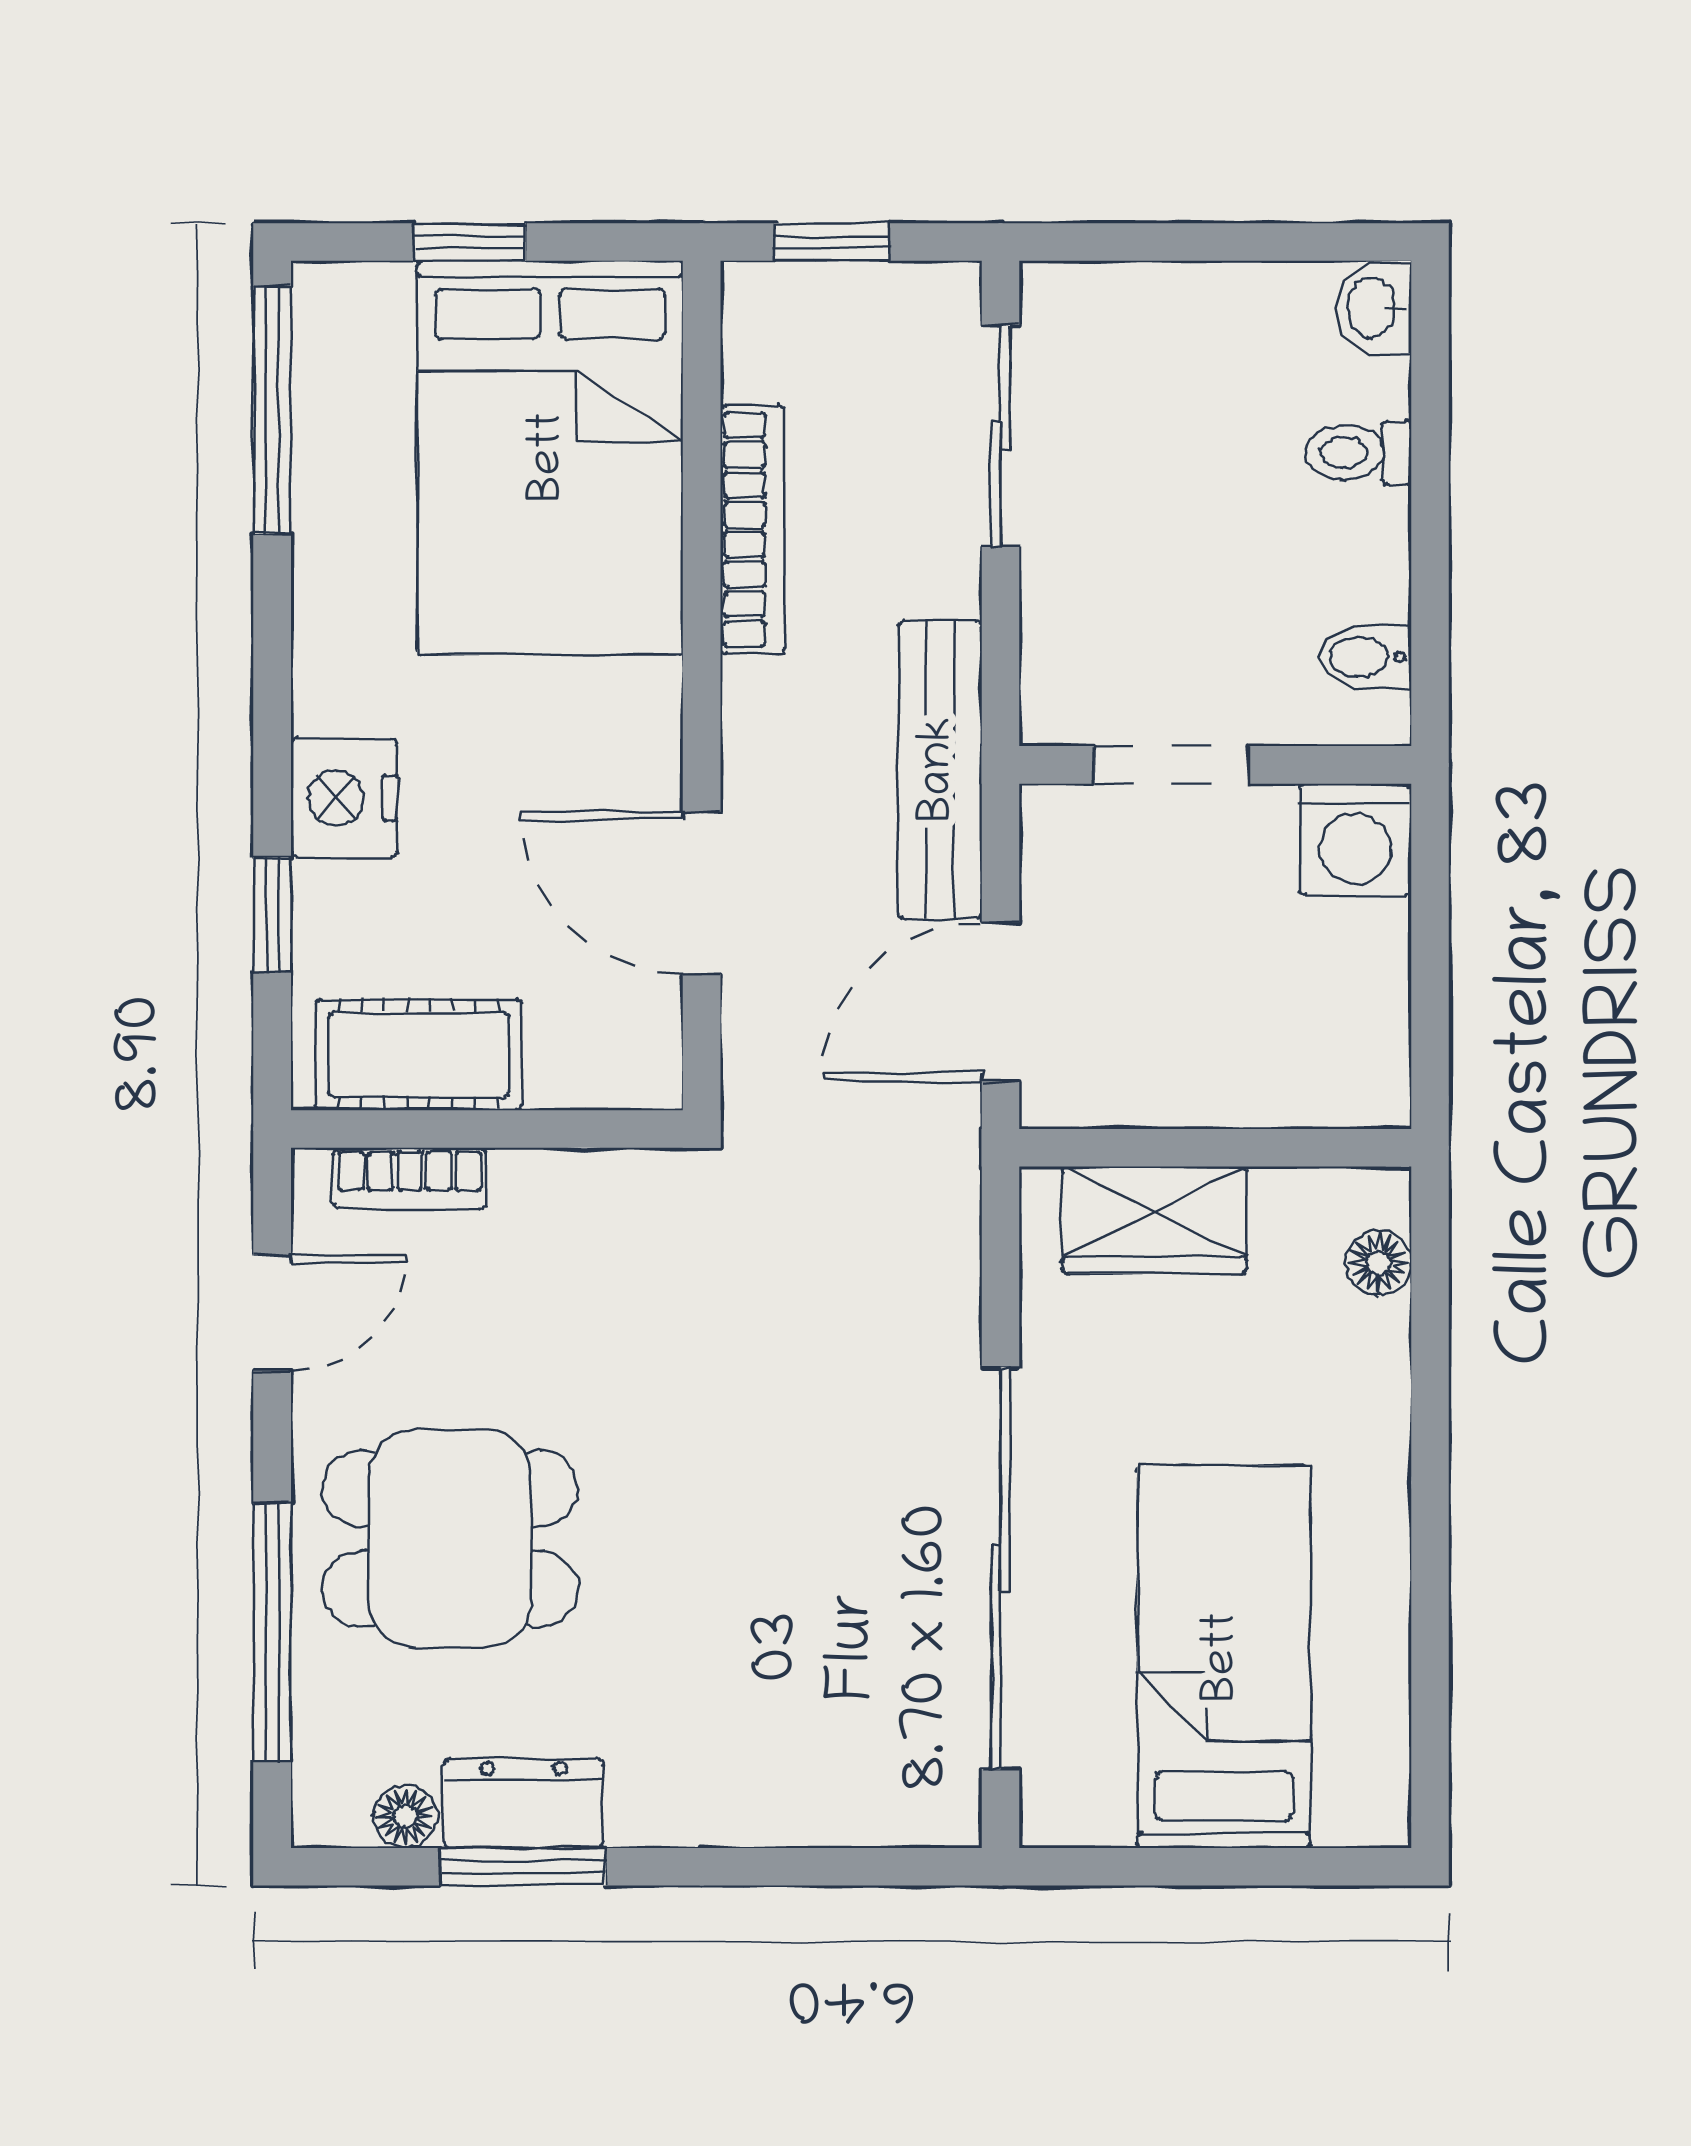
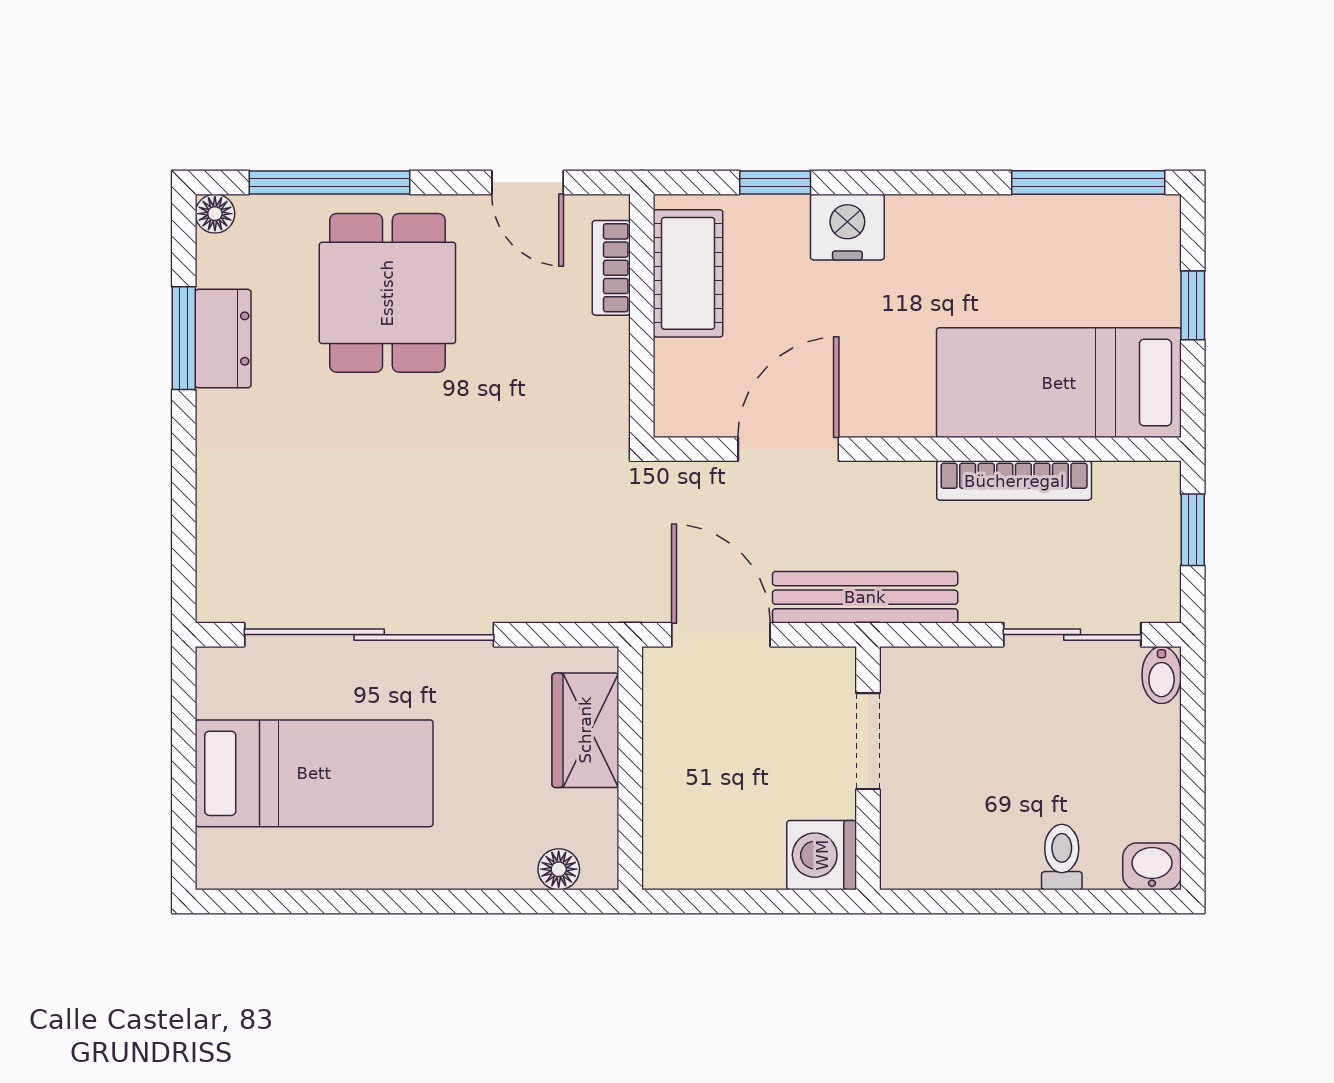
bed: (550, 457) -> (1059, 383), width x0.67
bidet: (1365, 657) -> (1162, 675), moved, turned 180
floor lamp: (405, 1817) -> (215, 214), moved

